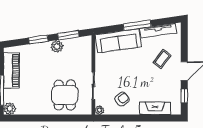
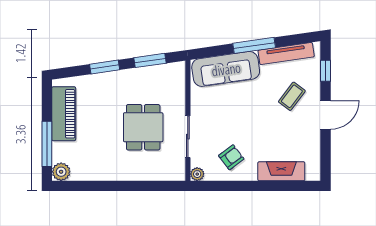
plant: (57, 46) -> (133, 78), removed
dining table: (65, 95) -> (143, 127), moved
window: (184, 96) -> (326, 71), moved

